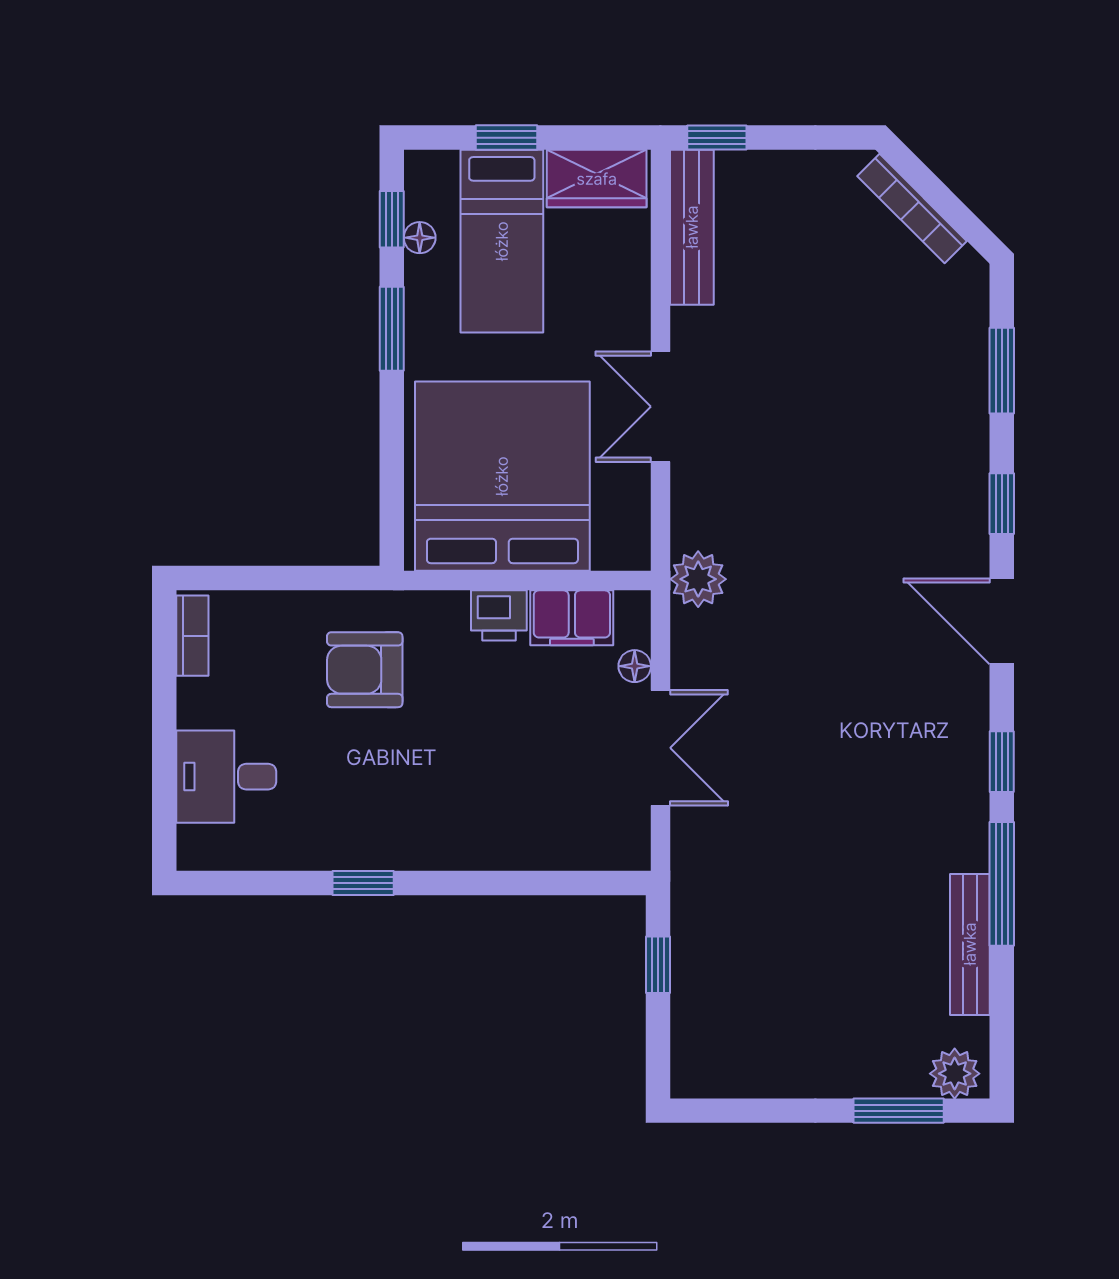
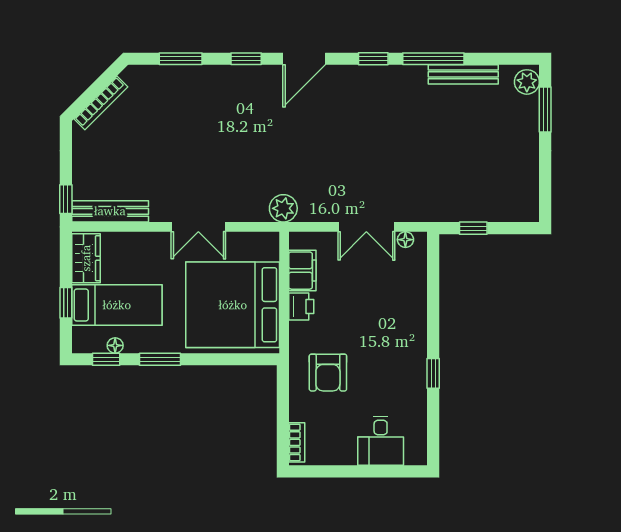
bookcase: (192, 636) -> (297, 442), moved, turned 90
floor lamp: (635, 666) -> (405, 240), moved
double door: (660, 748) -> (366, 227), swing flipped

